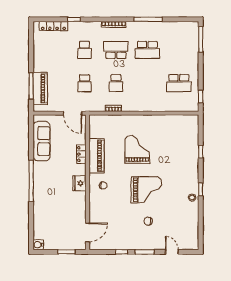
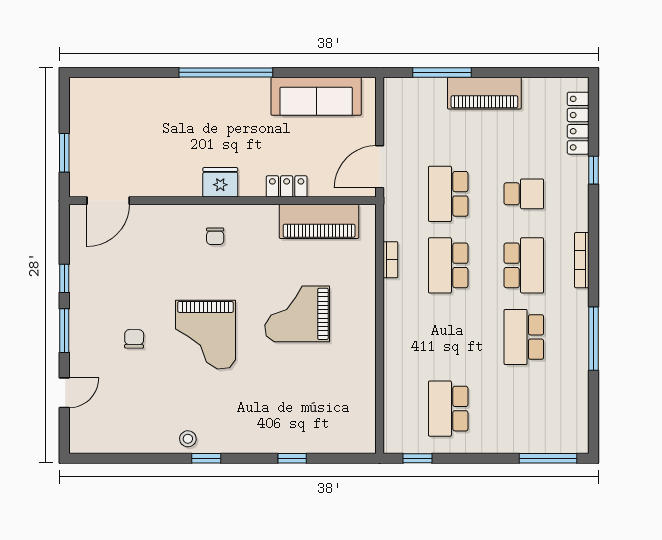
school desk: (84, 50) -> (524, 194), turned 180
school desk: (84, 83) -> (448, 194), width x1.85
school desk: (116, 83) -> (448, 265), width x1.85
piano: (40, 89) -> (484, 93), moved
grand piano: (137, 149) -> (297, 314), turned 180
piano: (97, 156) -> (319, 221), moved
door: (87, 233) -> (108, 201), hinge flipped
water cooler: (38, 245) -> (80, 89), removed

